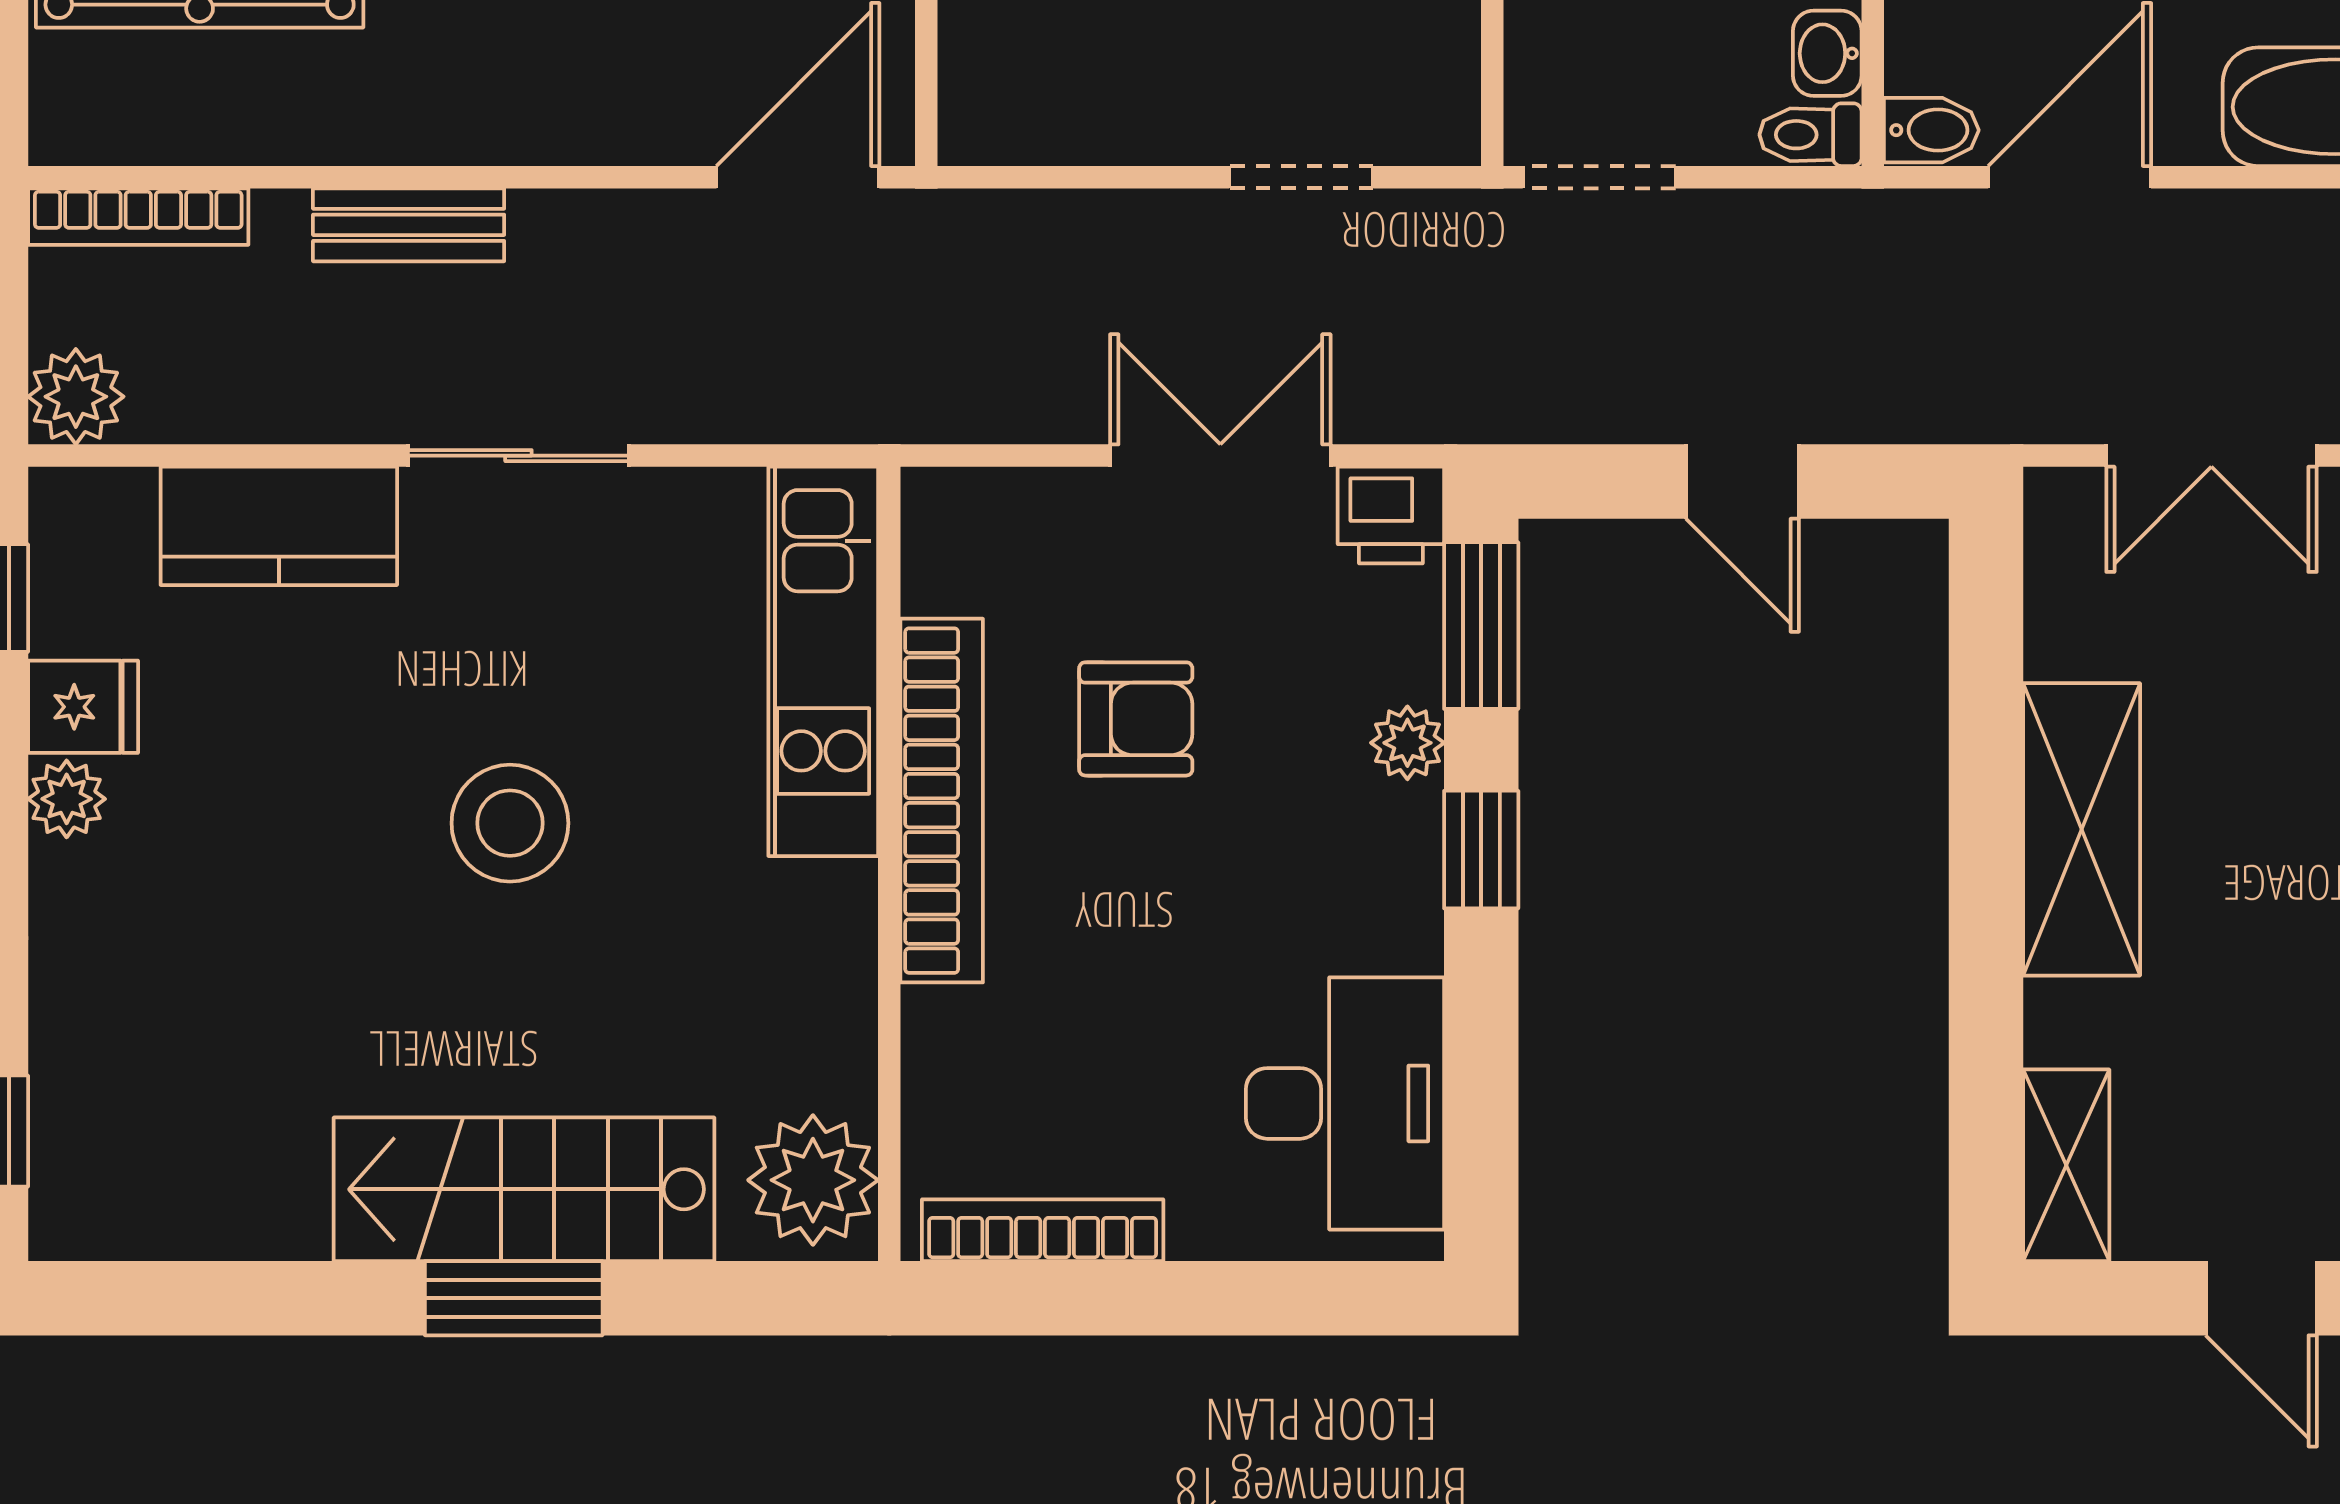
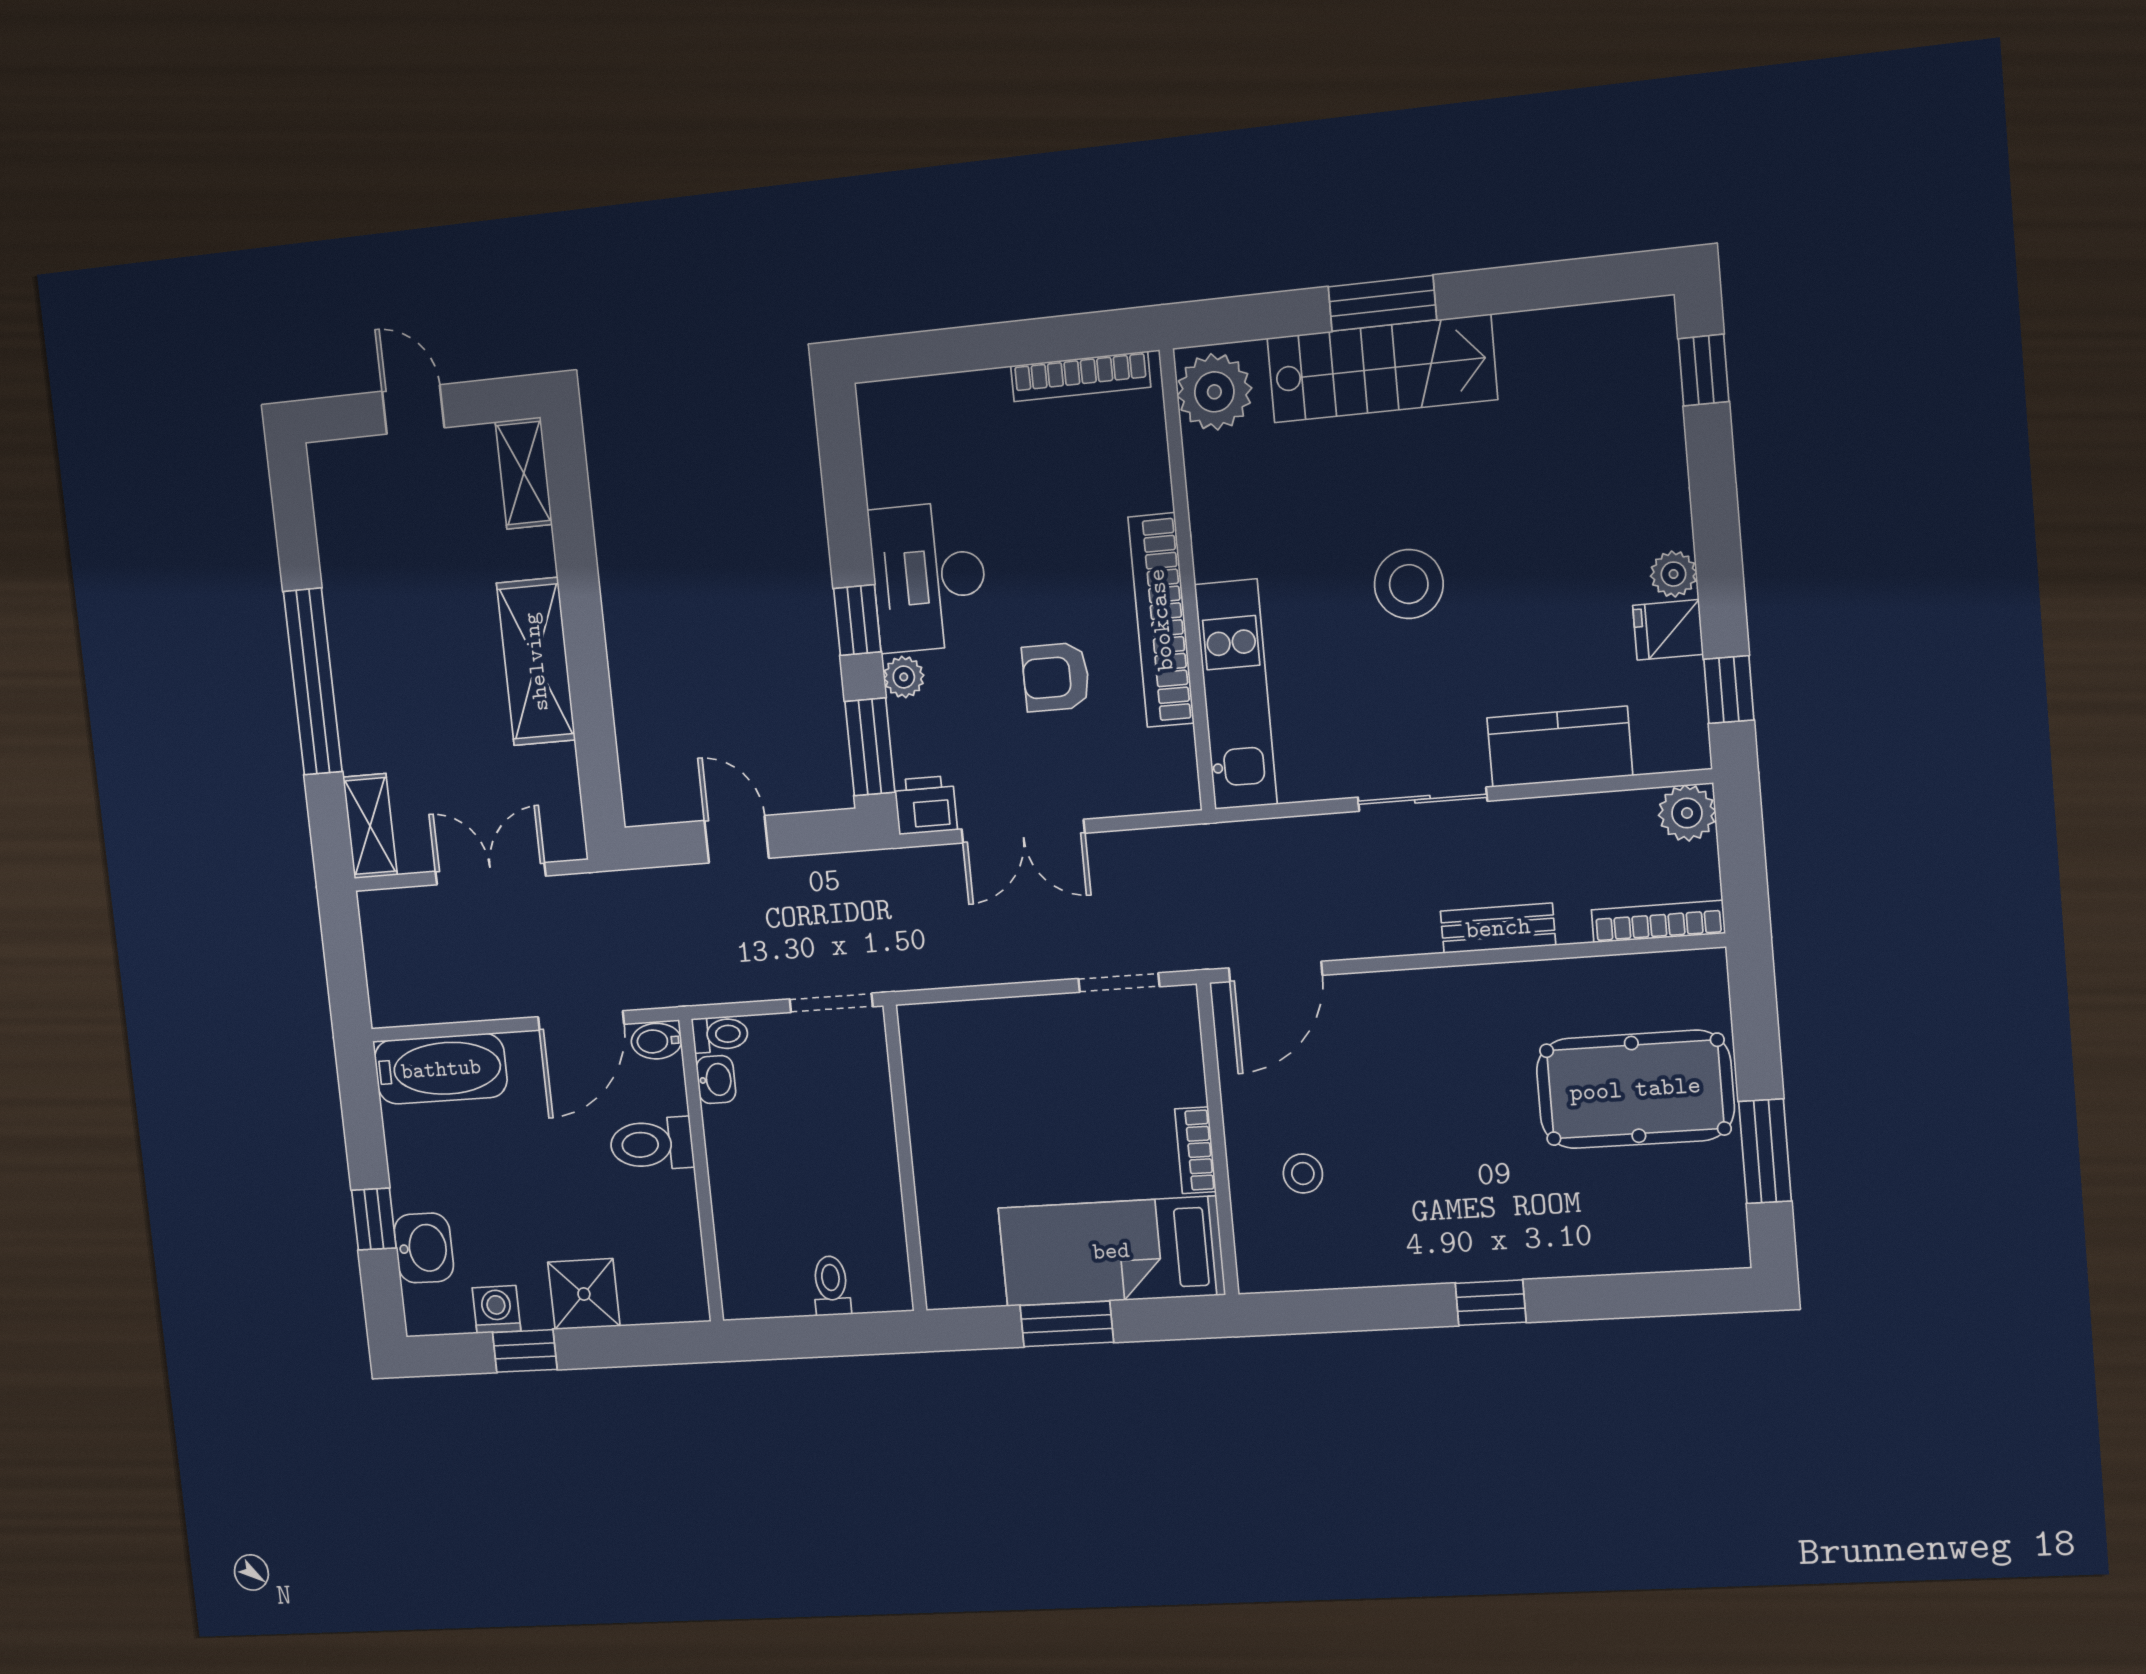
doorway: (1301, 177) -> (1119, 983), moved
desk: (1345, 1103) -> (929, 577), moved

